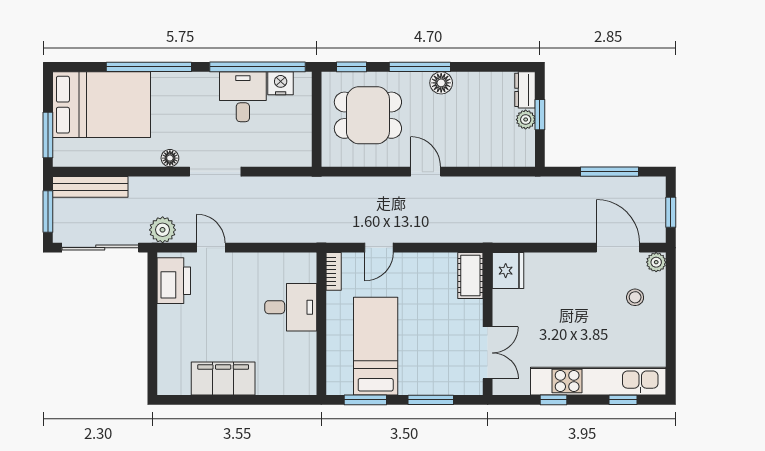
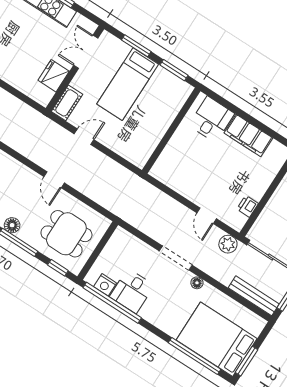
window: (149, 67) -> (195, 356), moved
window: (48, 135) -> (246, 361), moved
door: (379, 248) -> (84, 137), moved
bookcase: (334, 271) -> (145, 156), removed
fridge: (508, 271) -> (54, 76), moved
printer: (174, 281) -> (248, 206), width x0.53, depth x0.68
desk: (291, 307) -> (212, 119), moved, turned 90
bed: (376, 346) -> (128, 84), moved

